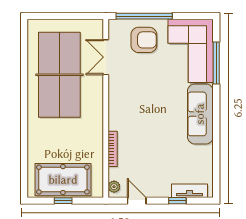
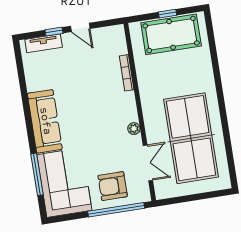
plant: (114, 187) -> (134, 129), moved
door: (137, 201) -> (80, 27), moved

